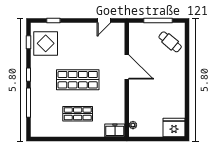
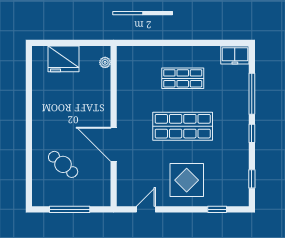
cafe table: (170, 42) -> (63, 164), moved
display table: (46, 43) -> (187, 180), moved
fridge: (174, 128) -> (64, 59), moved
freezer: (115, 130) -> (235, 55), moved

